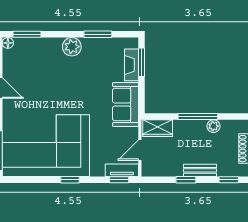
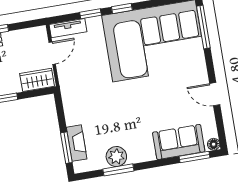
plant: (72, 47) -> (116, 157), moved
sofa: (125, 104) -> (179, 142), moved, turned -90
window: (119, 180) -> (90, 14), moved

